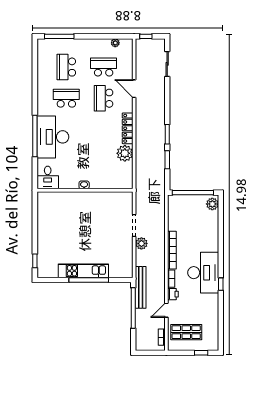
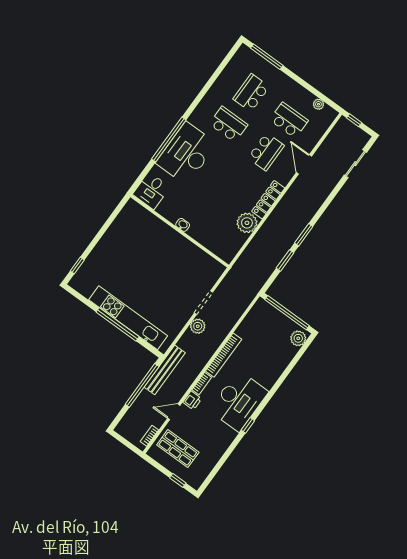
school desk: (104, 98) -> (266, 152), turned 180
kitchen unit: (83, 271) -> (128, 318), width x1.36

